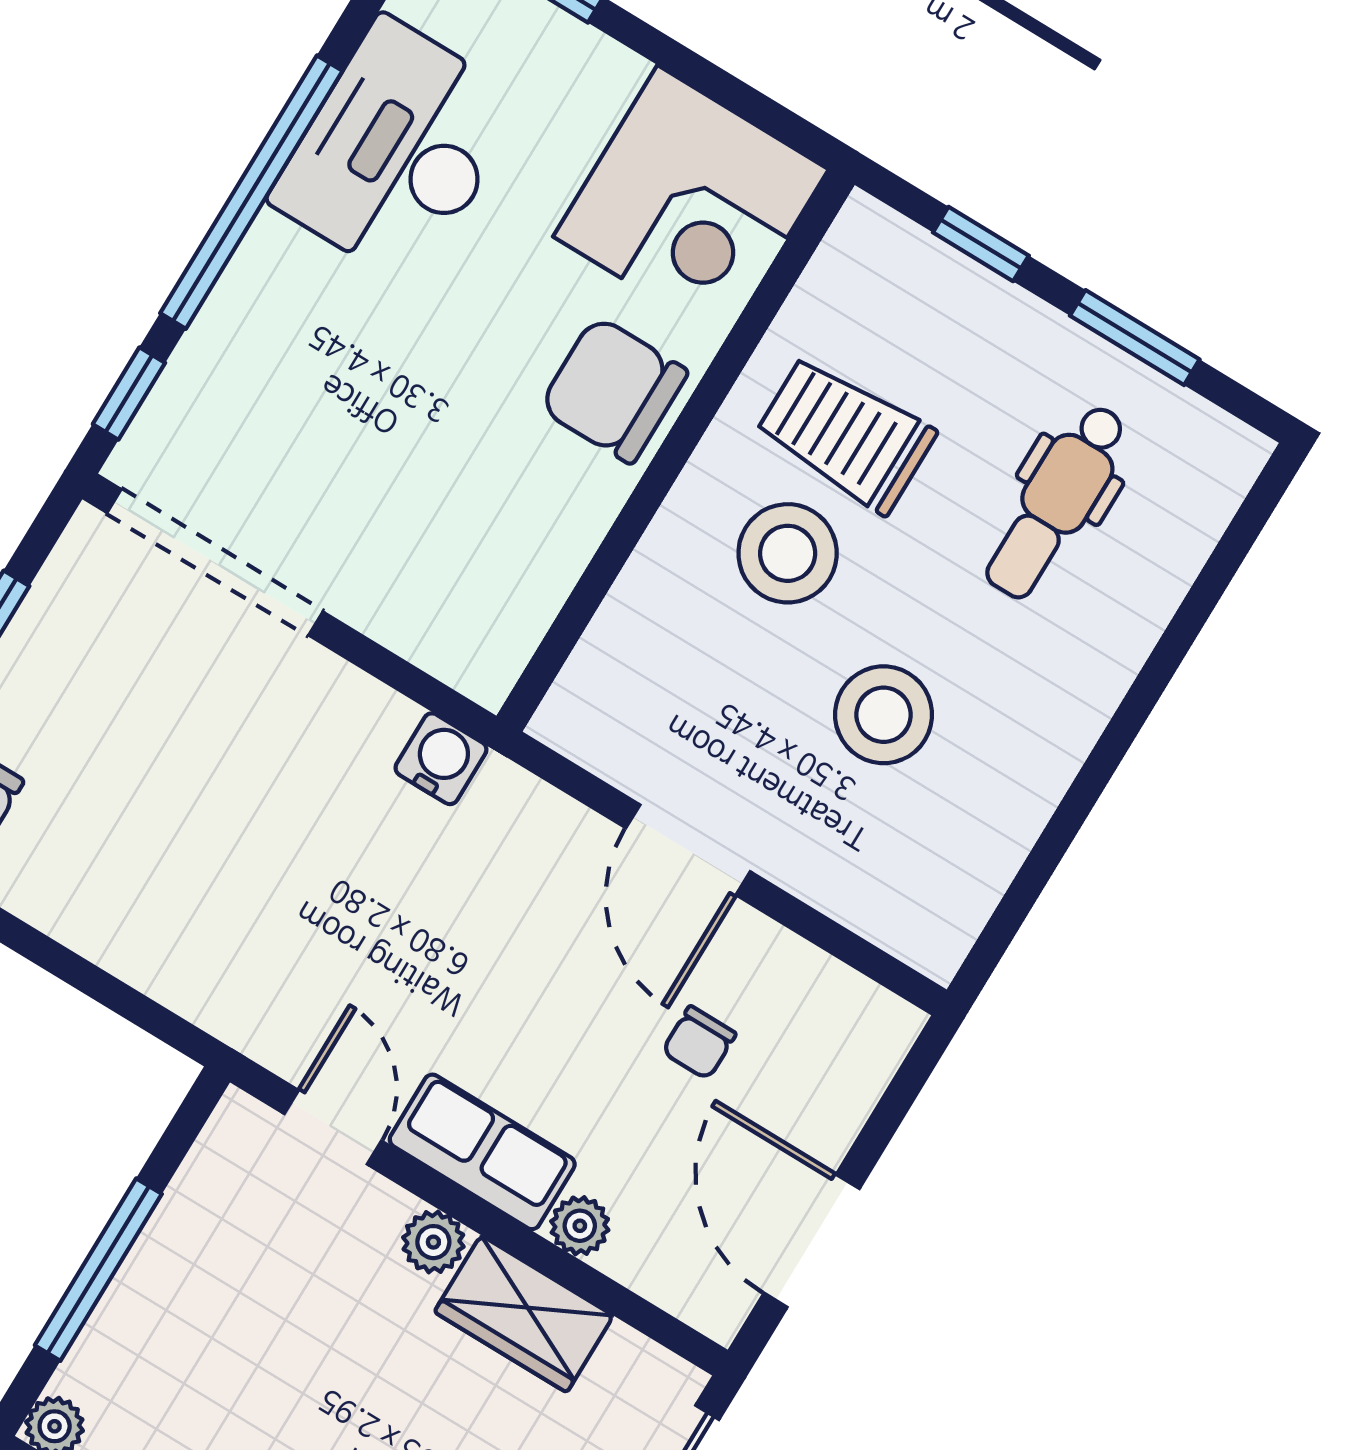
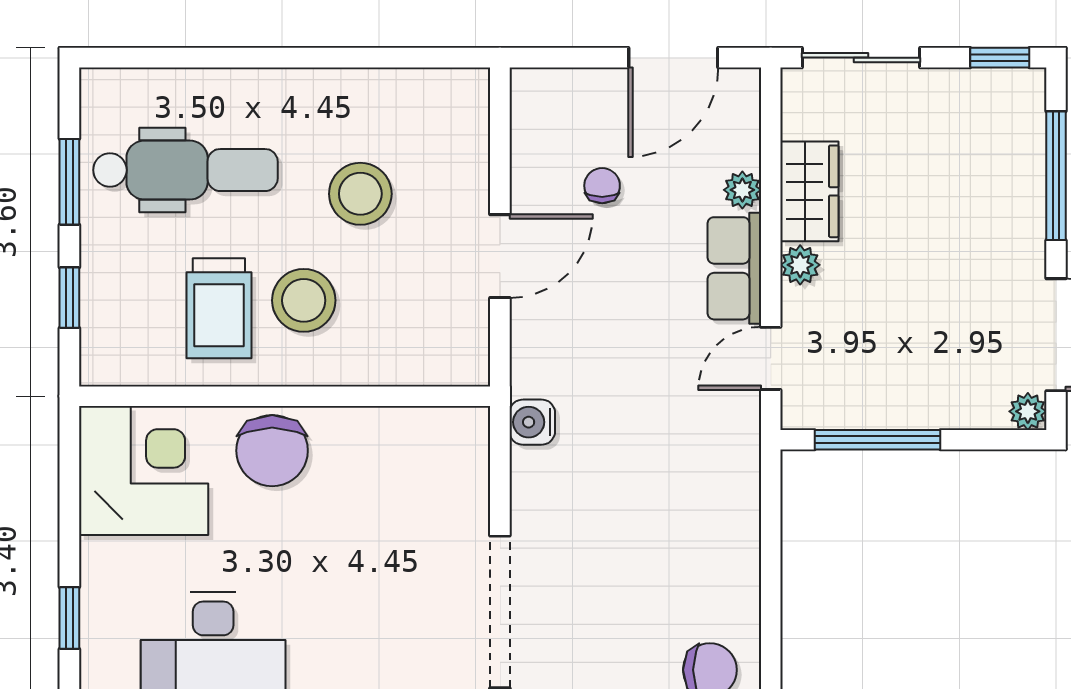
dental chair: (1057, 501) -> (185, 170), width x1.36, depth x1.38
chair: (699, 1043) -> (602, 186), turned -90
window: (98, 1270) -> (878, 440), moved

